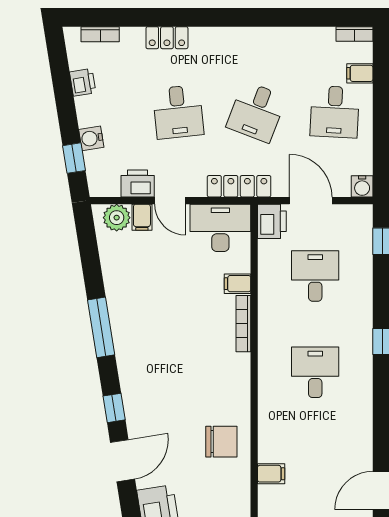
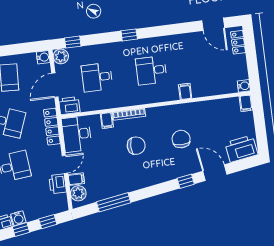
window: (66, 110) -> (21, 229), added
water cooler: (91, 138) -> (18, 218), moved
plant: (360, 217) -> (61, 56), added
window: (101, 327) -> (114, 202), moved
chair: (187, 329) -> (136, 146), added
chair: (221, 442) -> (181, 139), moved
filing cabinet: (271, 474) -> (185, 91), moved

